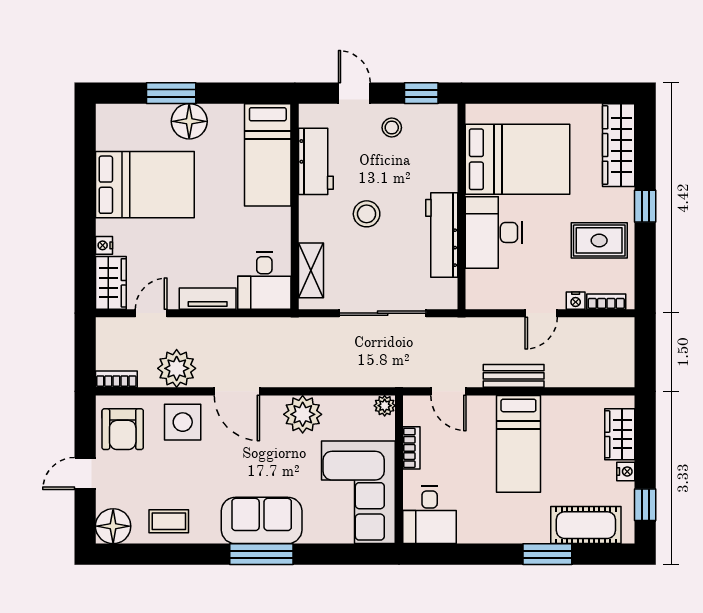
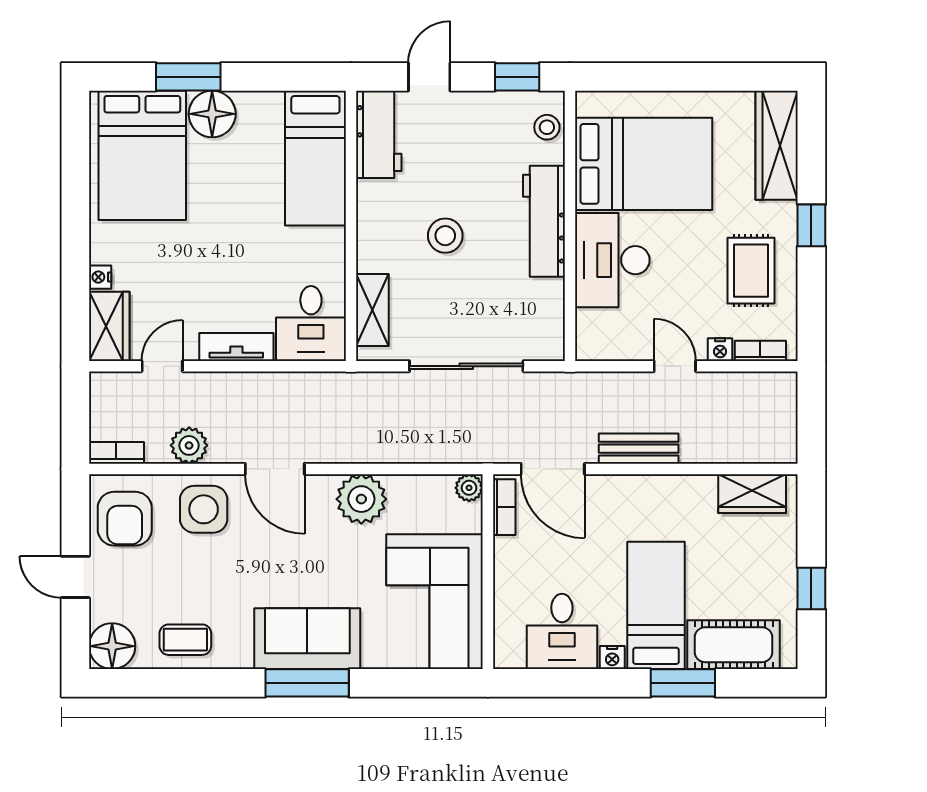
door: (354, 93) -> (429, 77), hinge flipped
stool: (392, 128) -> (547, 127), moved
workbench: (316, 161) -> (379, 134), moved
bed: (145, 185) -> (142, 155), moved, turned 90
workbench: (442, 235) -> (544, 221), moved
rug: (599, 240) -> (751, 271), turned 90
door: (541, 313) -> (675, 366), swing flipped
plant: (177, 368) -> (189, 445), width x0.73, depth x0.73
door: (448, 391) -> (553, 469), width x1.38
wardrobe: (620, 434) -> (752, 494), moved, turned -90
bed: (518, 444) -> (656, 605), moved, turned 180
bookcase: (411, 448) -> (504, 507), moved
nightstand: (626, 471) -> (612, 658), moved, turned 90
door: (85, 474) -> (75, 577), hinge flipped
window: (645, 505) -> (811, 588), moved
desk: (430, 515) -> (562, 631), moved

